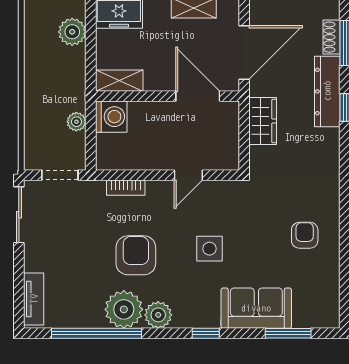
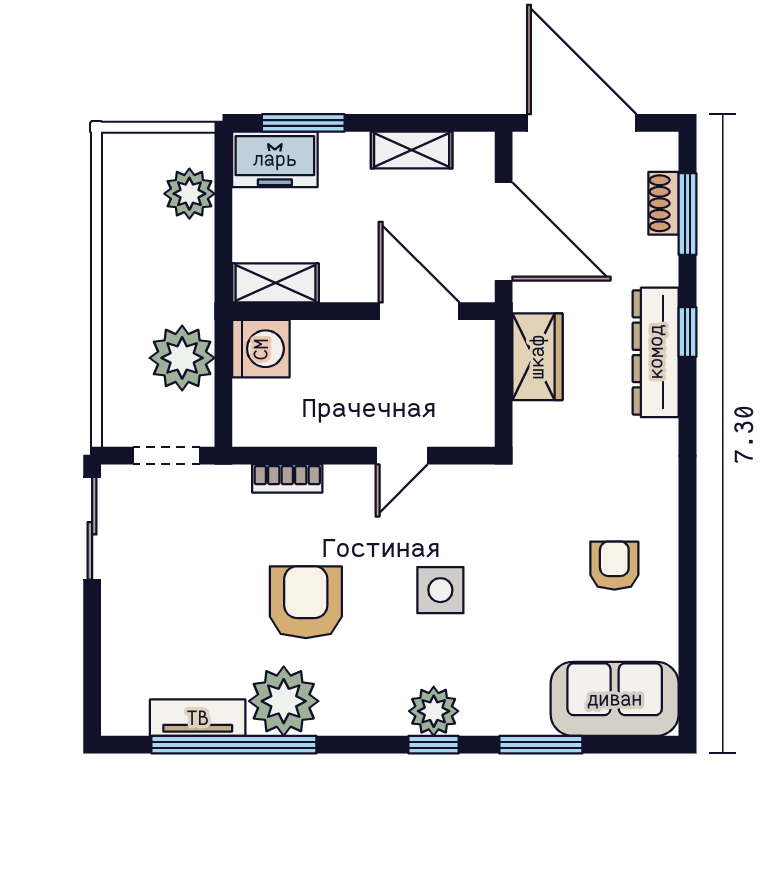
door: (244, 52) -> (504, 231), hinge flipped
dresser: (327, 91) -> (656, 352), moved
plant: (76, 122) -> (182, 358), width x1.87, depth x1.87
tv unit: (34, 299) -> (198, 718), moved, turned -90
sofa: (256, 308) -> (615, 699), moved
plant: (158, 315) -> (434, 711), moved
window: (288, 333) -> (541, 745), moved

